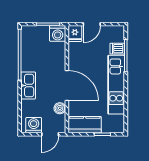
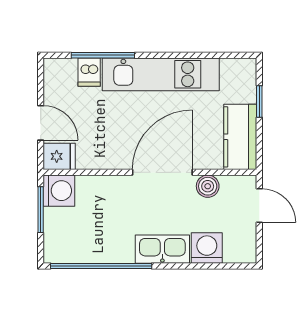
washing machine: (34, 125) -> (207, 248), moved, turned 90

